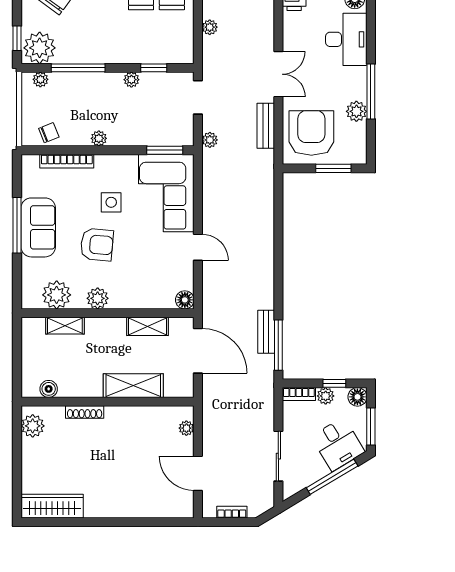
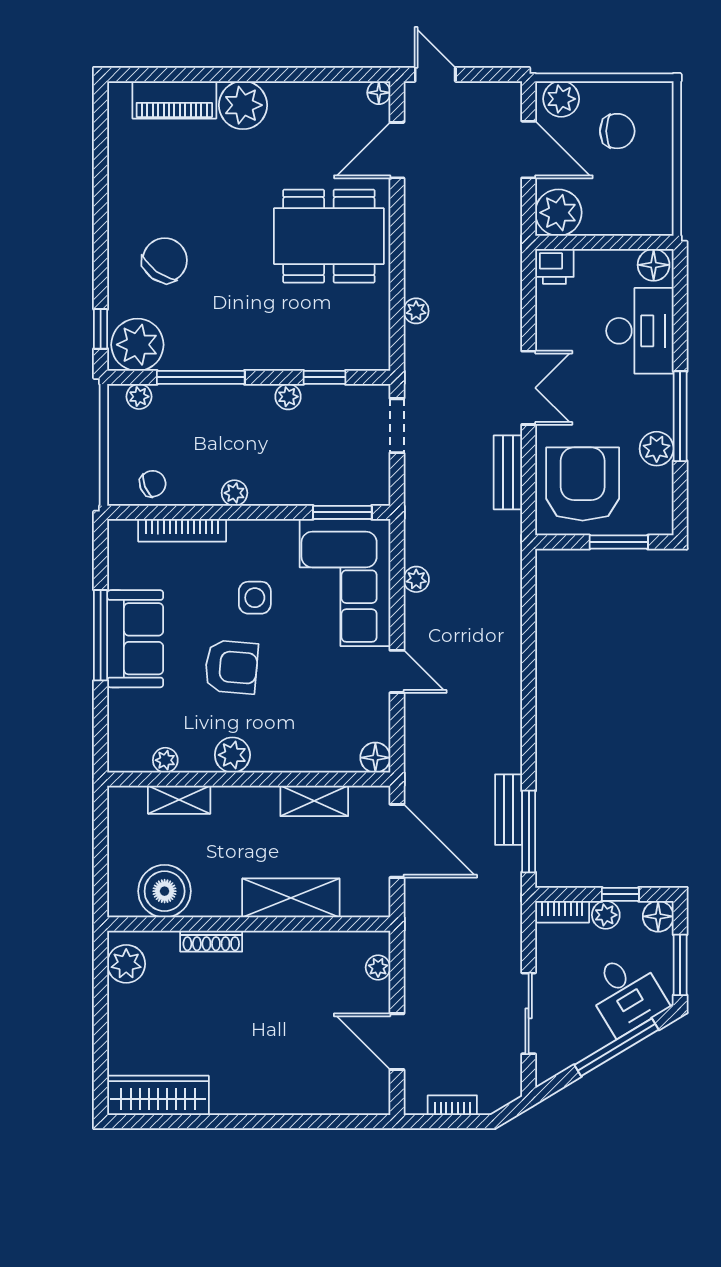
plant: (210, 140) -> (416, 579), moved
plant: (57, 295) -> (165, 760), width x0.53, depth x0.53
boiler: (49, 389) -> (165, 891), width x1.86, depth x1.86

